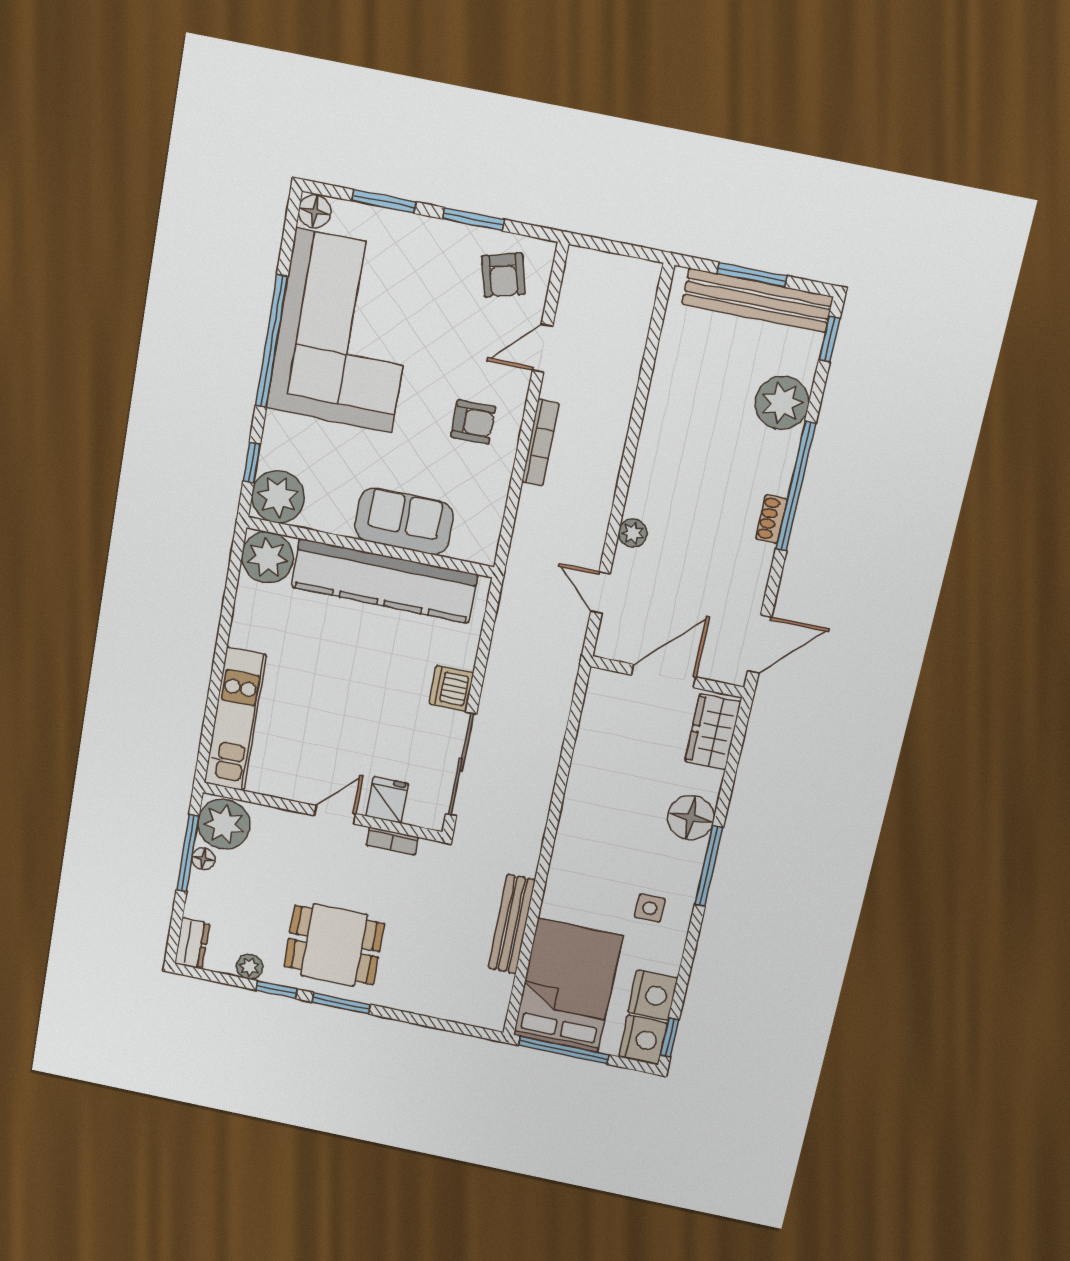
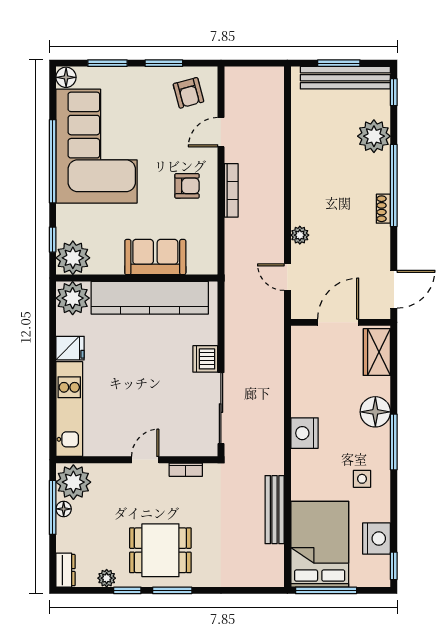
fridge: (387, 800) -> (70, 348), moved, turned 90
nightstand: (643, 1040) -> (304, 433), moved, turned 180

